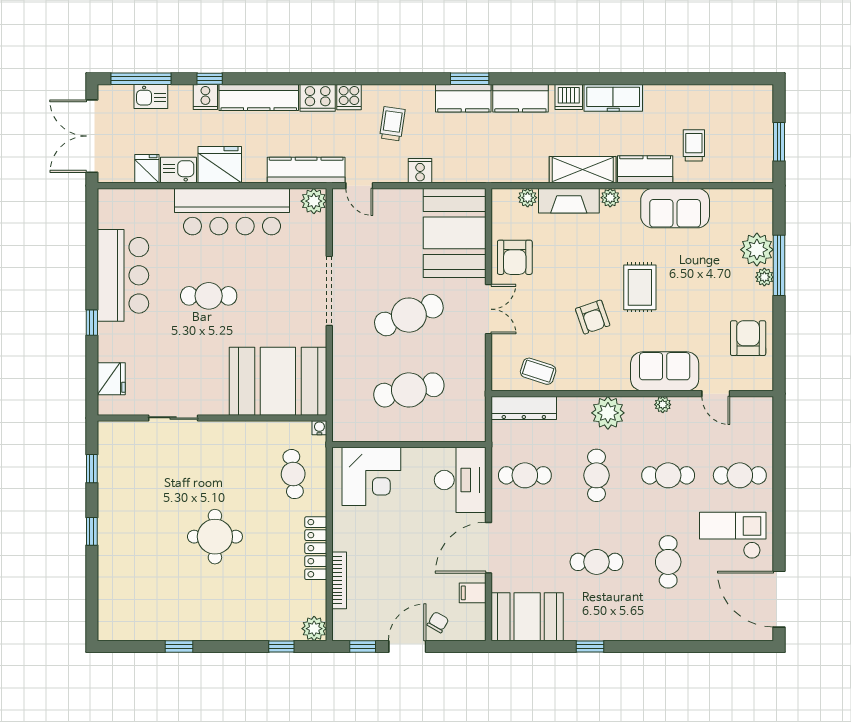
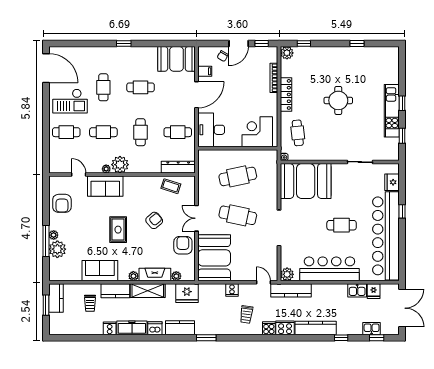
window: (141, 79) -> (377, 338), width x0.46
cooker: (205, 97) -> (110, 328), moved
kitchen counter: (463, 98) -> (56, 298), moved, turned 90
fridge: (220, 165) -> (187, 293), moved
bar counter: (123, 275) -> (386, 236), width x1.86
cafe table: (409, 315) -> (238, 215), turned 33
armchair: (593, 317) -> (154, 220), moved, turned 69
plant: (608, 413) -> (120, 165), moved
kitchen unit: (112, 517) -> (392, 111), added
window: (590, 647) -> (124, 43), moved

